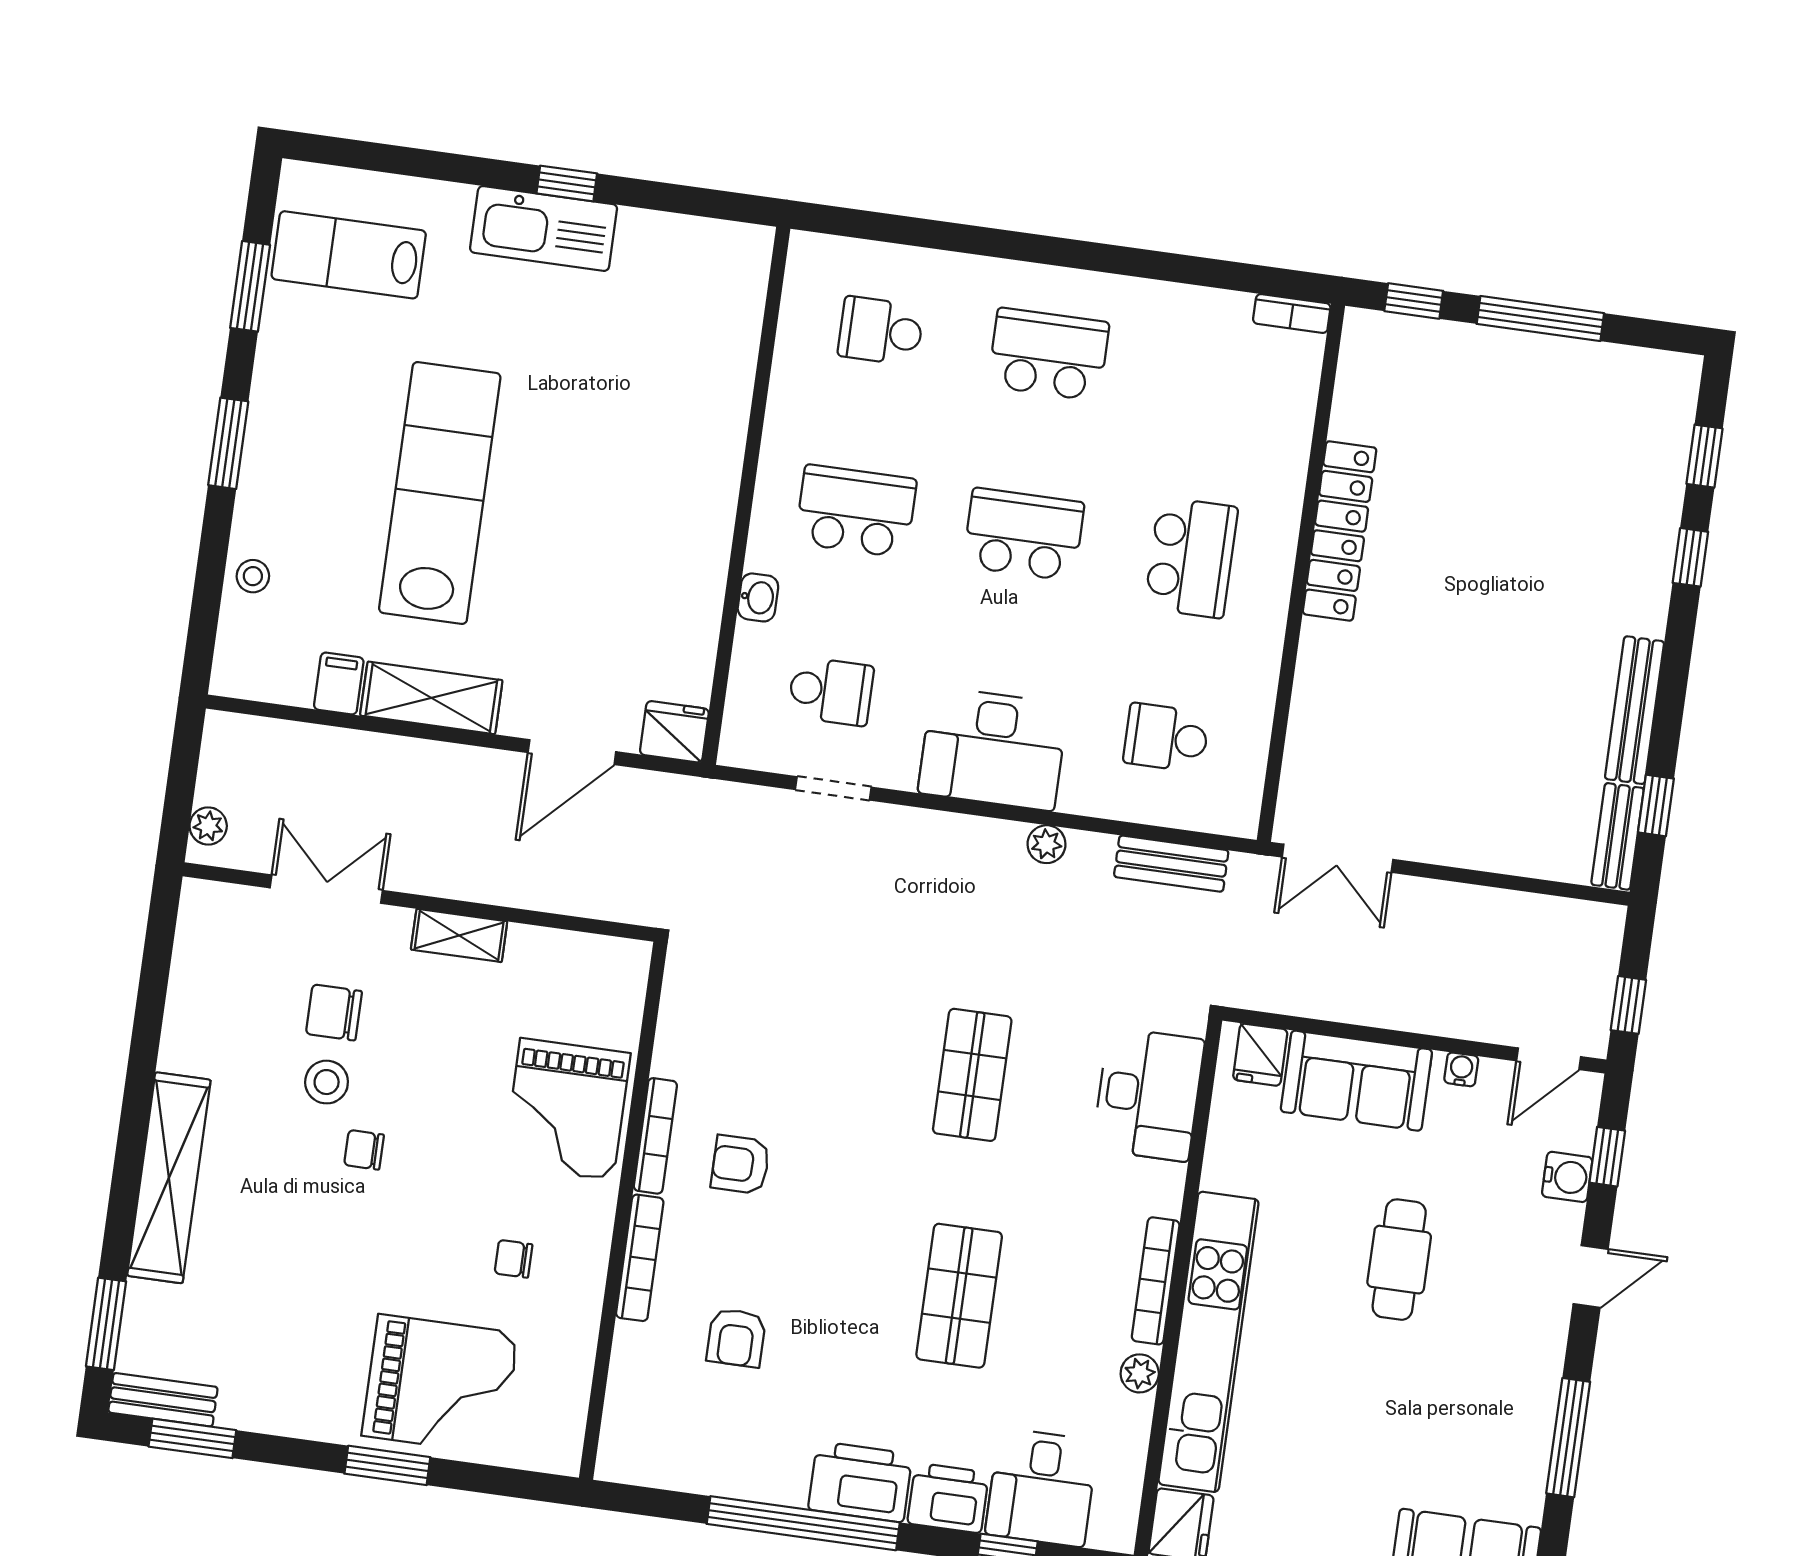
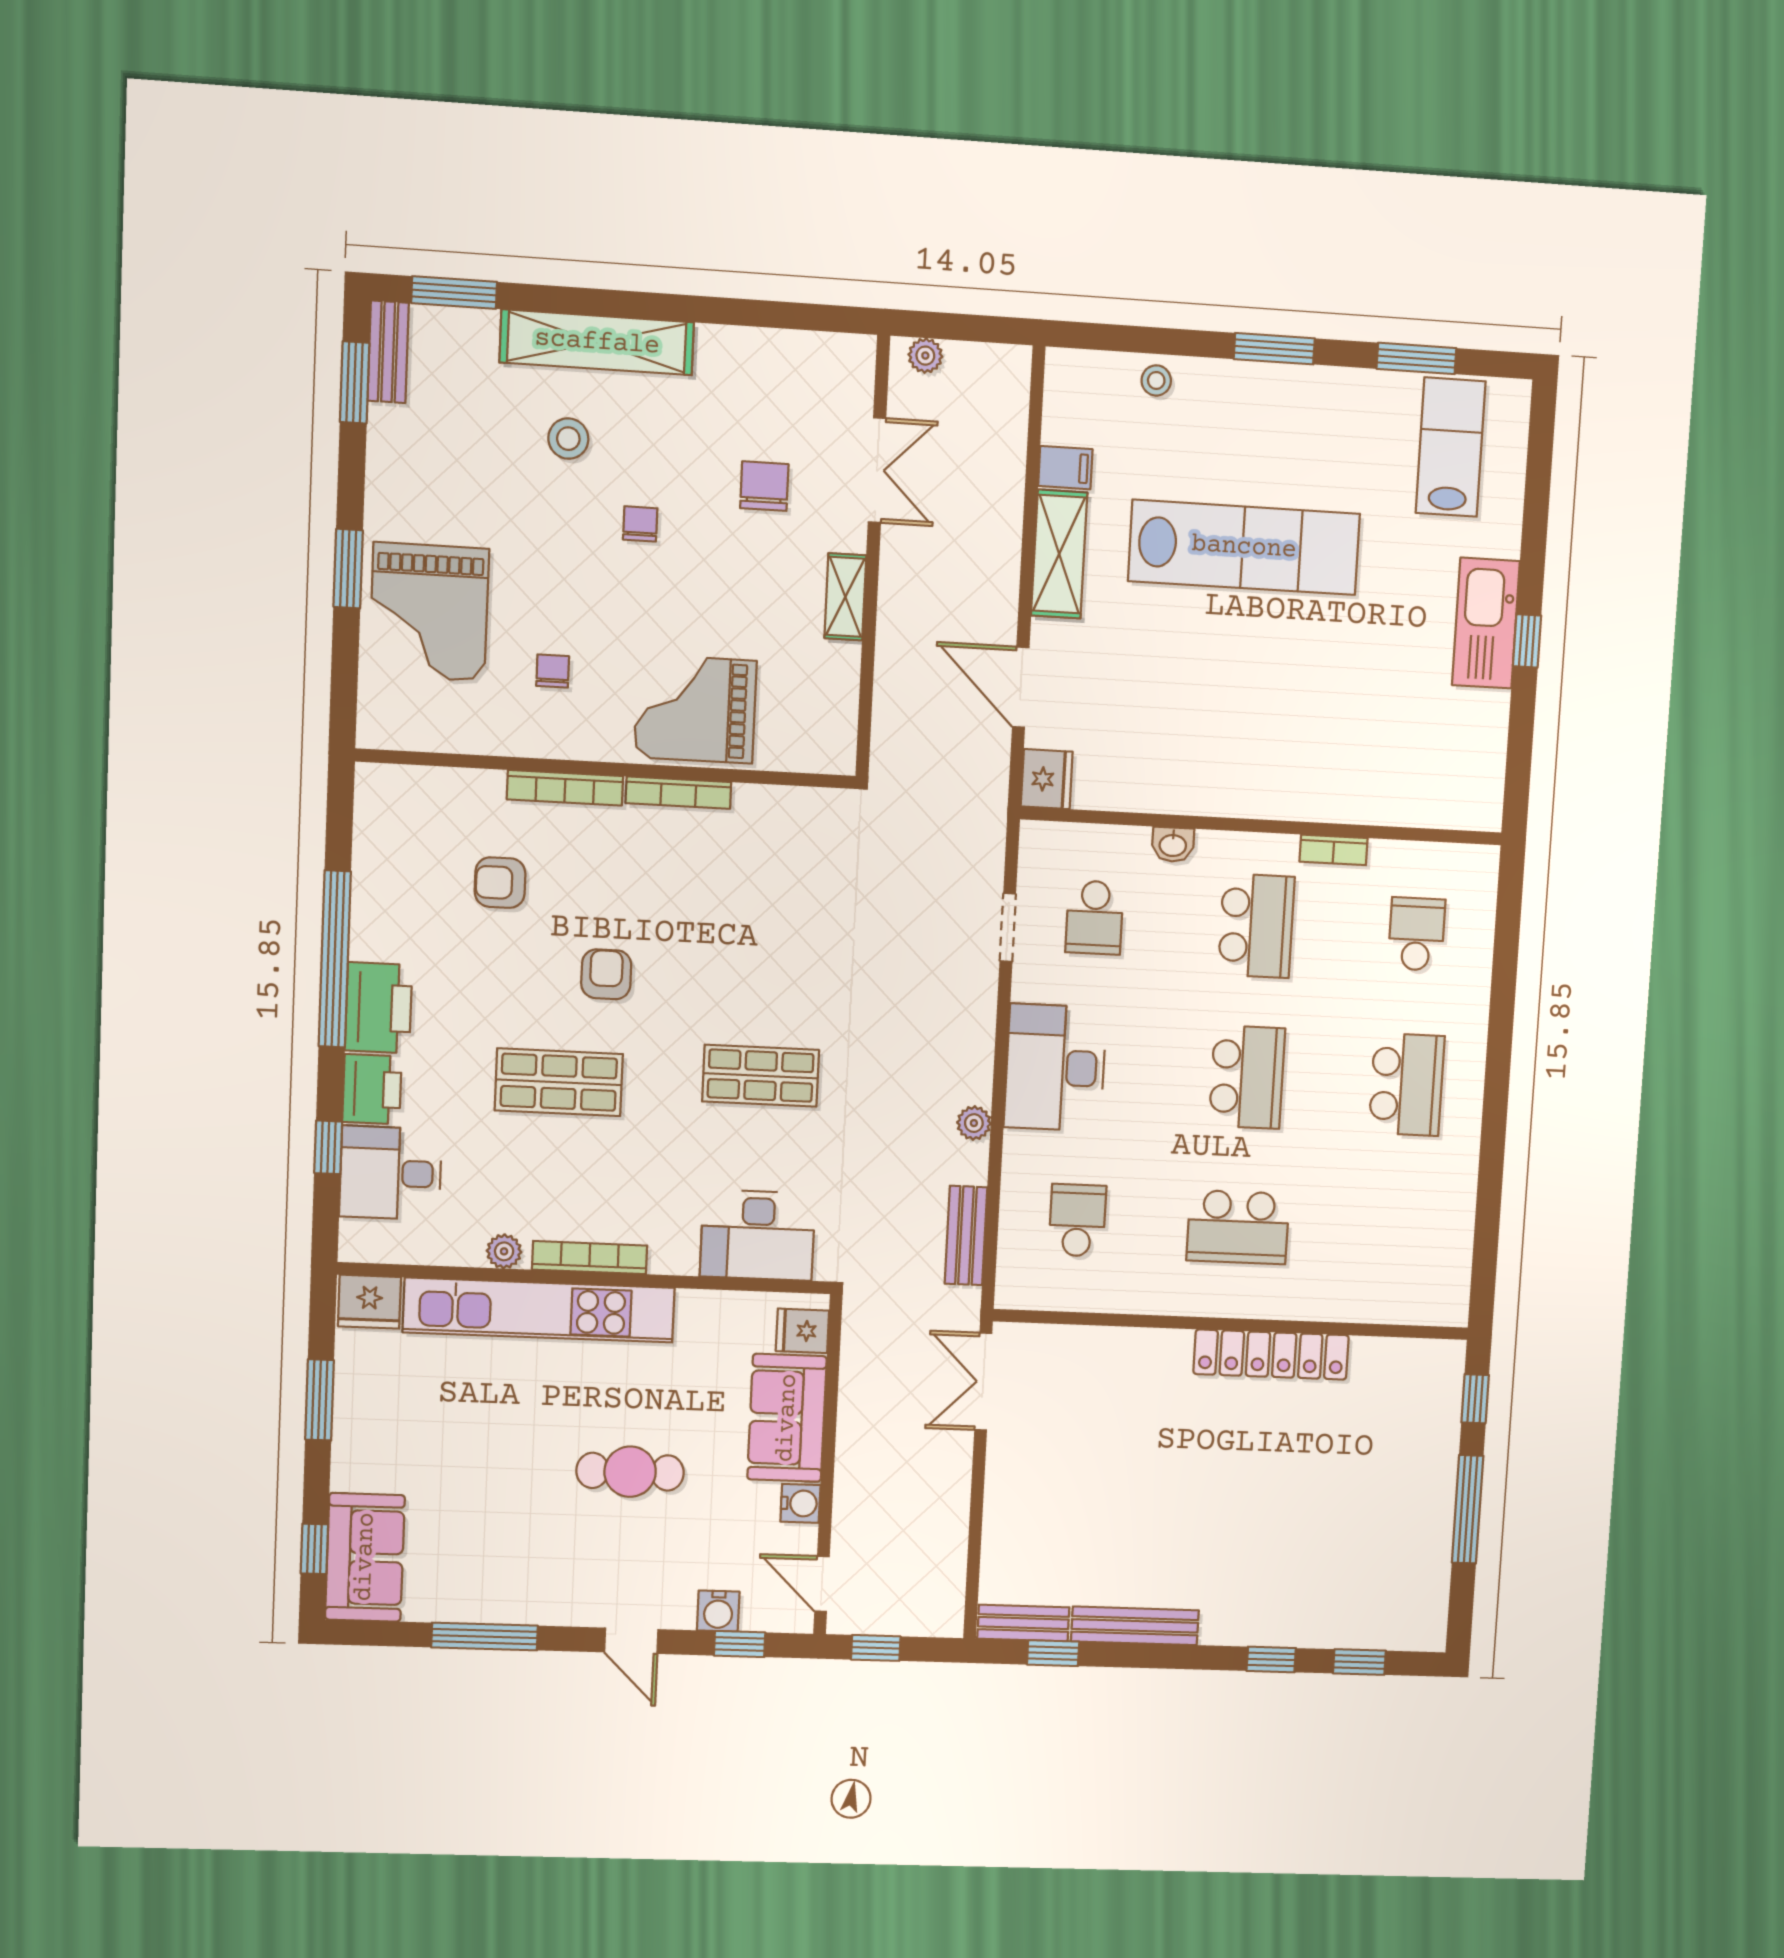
bookcase: (1292, 313) -> (1334, 850), moved, turned -90
water cooler: (1461, 1069) -> (800, 1503), width x1.38, depth x1.38
stool: (327, 1082) -> (568, 439), moved
armchair: (740, 1165) -> (606, 974), moved

